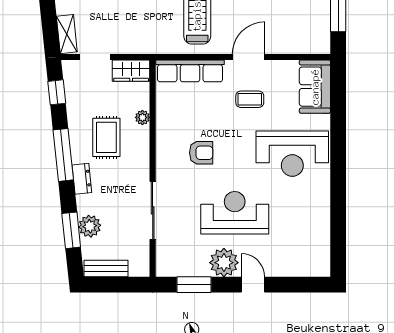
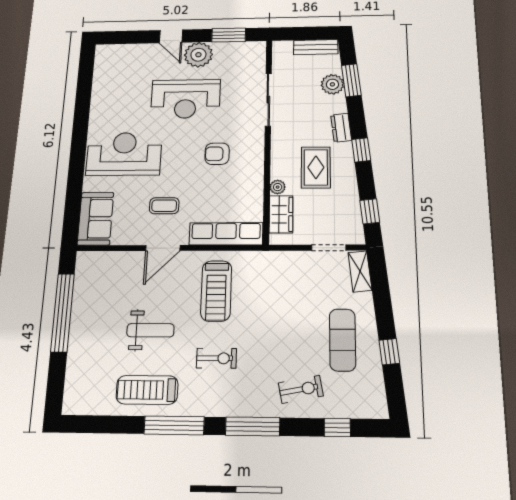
wardrobe: (131, 71) -> (281, 214), moved, turned 90
window: (63, 155) -> (361, 150), width x0.46

